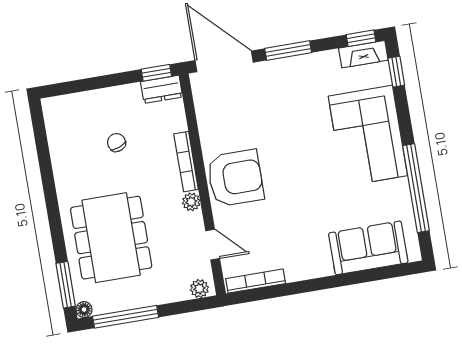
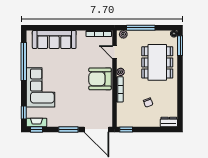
dresser: (162, 89) -> (169, 122), moved
sofa: (368, 248) -> (54, 40), width x1.36
window: (126, 317) -> (141, 28), moved

